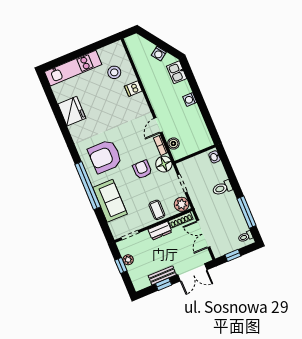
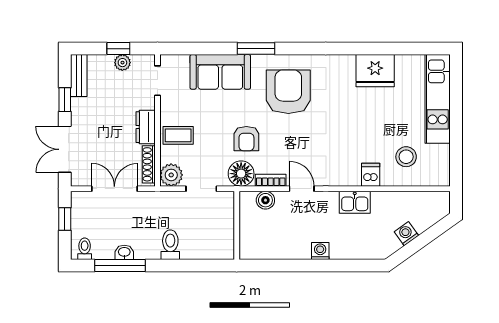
kitchen sink: (177, 72) -> (355, 202), moved, turned 180
washbasin: (215, 157) -> (124, 252), moved
armchair: (142, 169) -> (246, 139), turned 90
window: (88, 186) -> (256, 49), width x0.47
bench: (162, 275) -> (79, 76), moved

